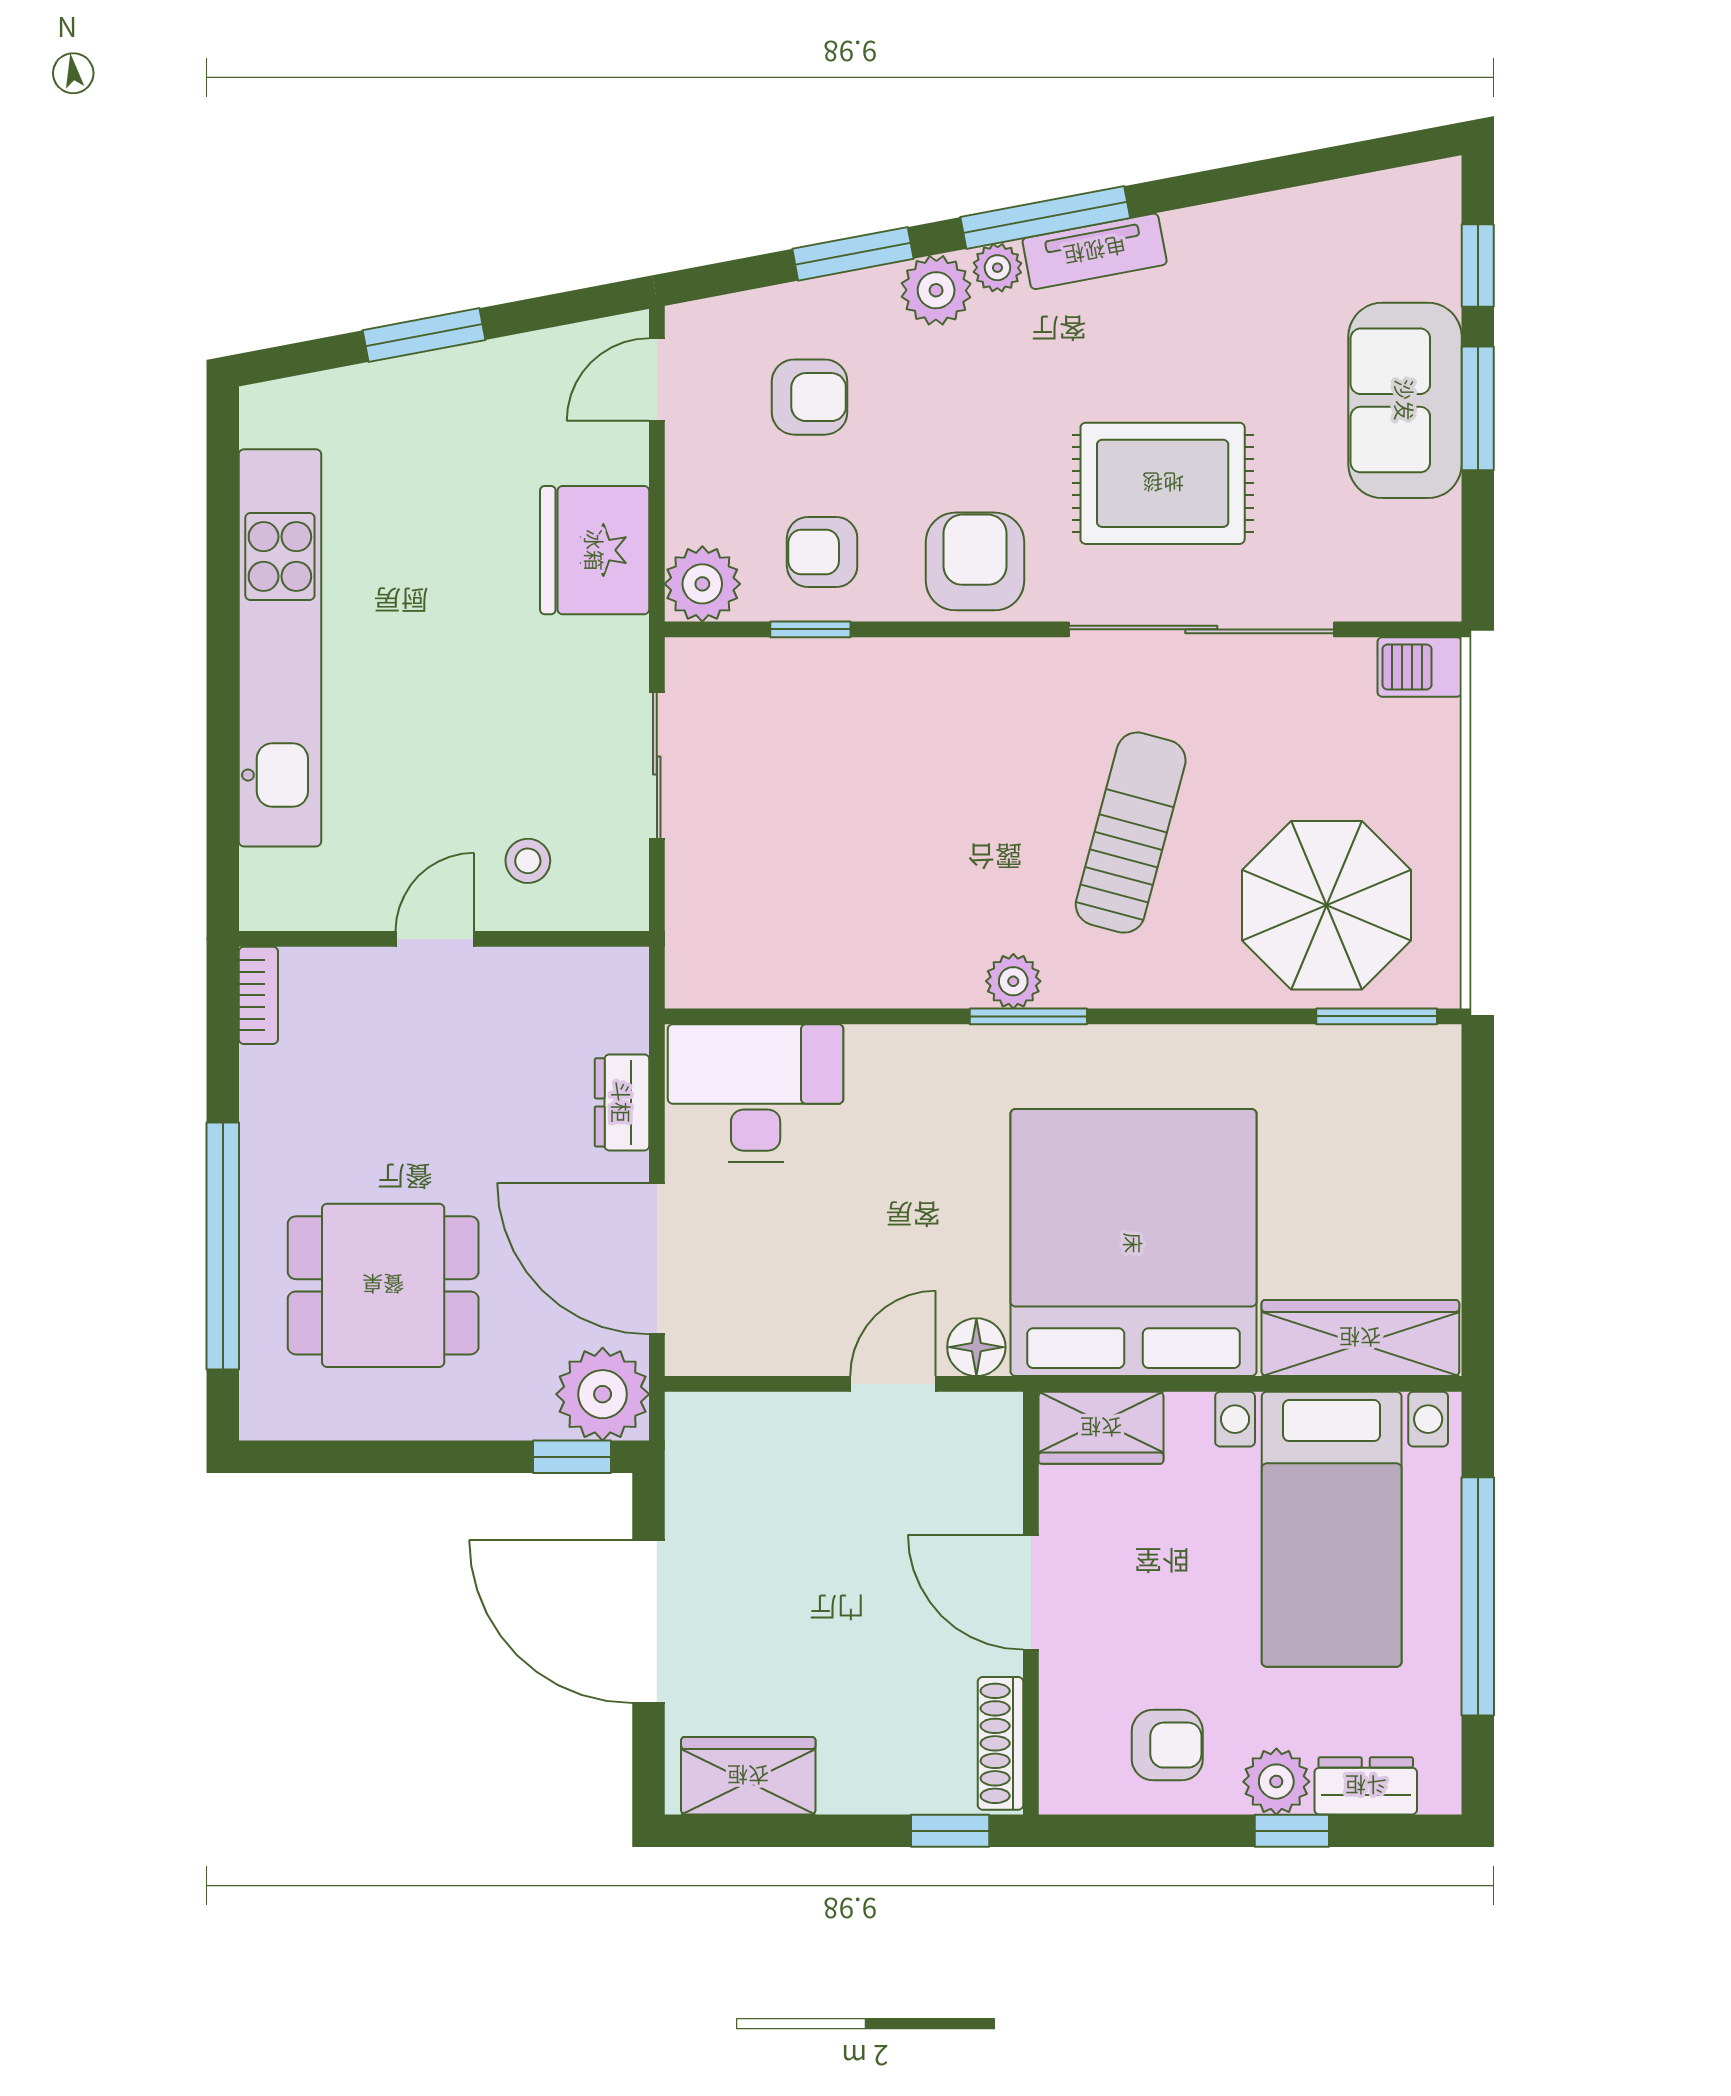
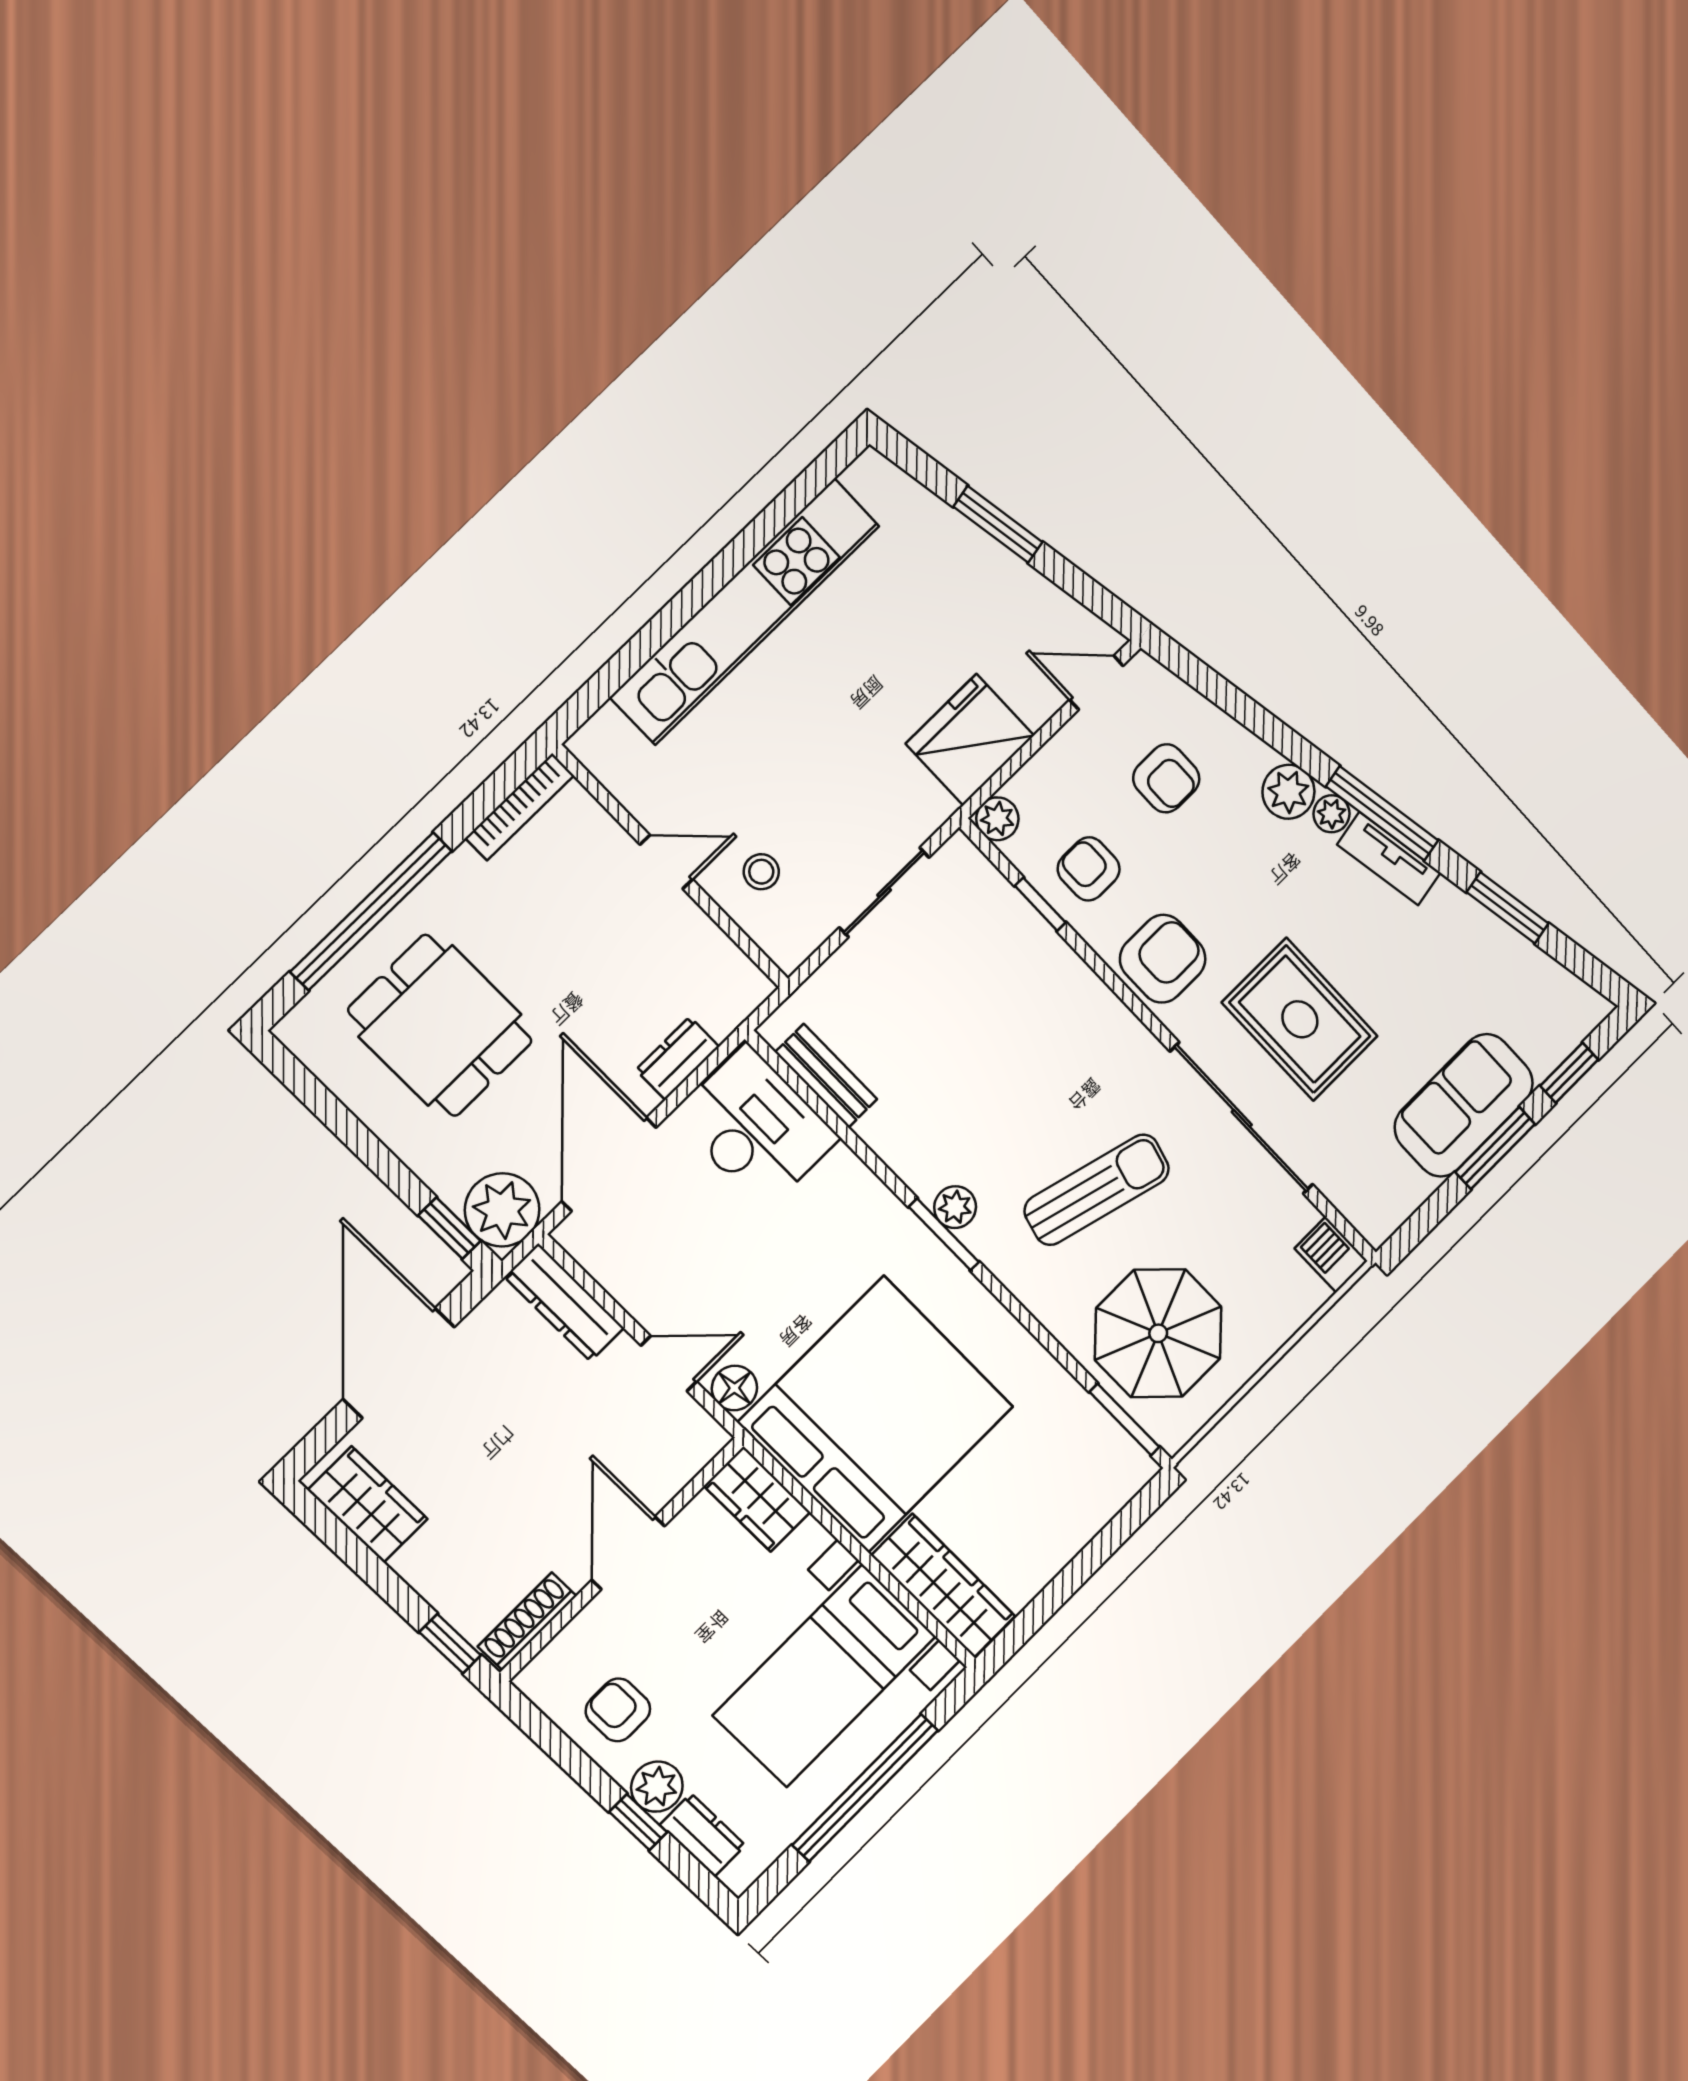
window: (853, 254) -> (1508, 908), moved
plant: (702, 584) -> (997, 819), width x0.73, depth x0.73
bench: (772, 983) -> (826, 1076), added
bookcase: (258, 995) -> (520, 807), width x1.56
dresser: (742, 1422) -> (564, 1302), added
armchair: (1167, 1745) -> (618, 1710), turned 180

